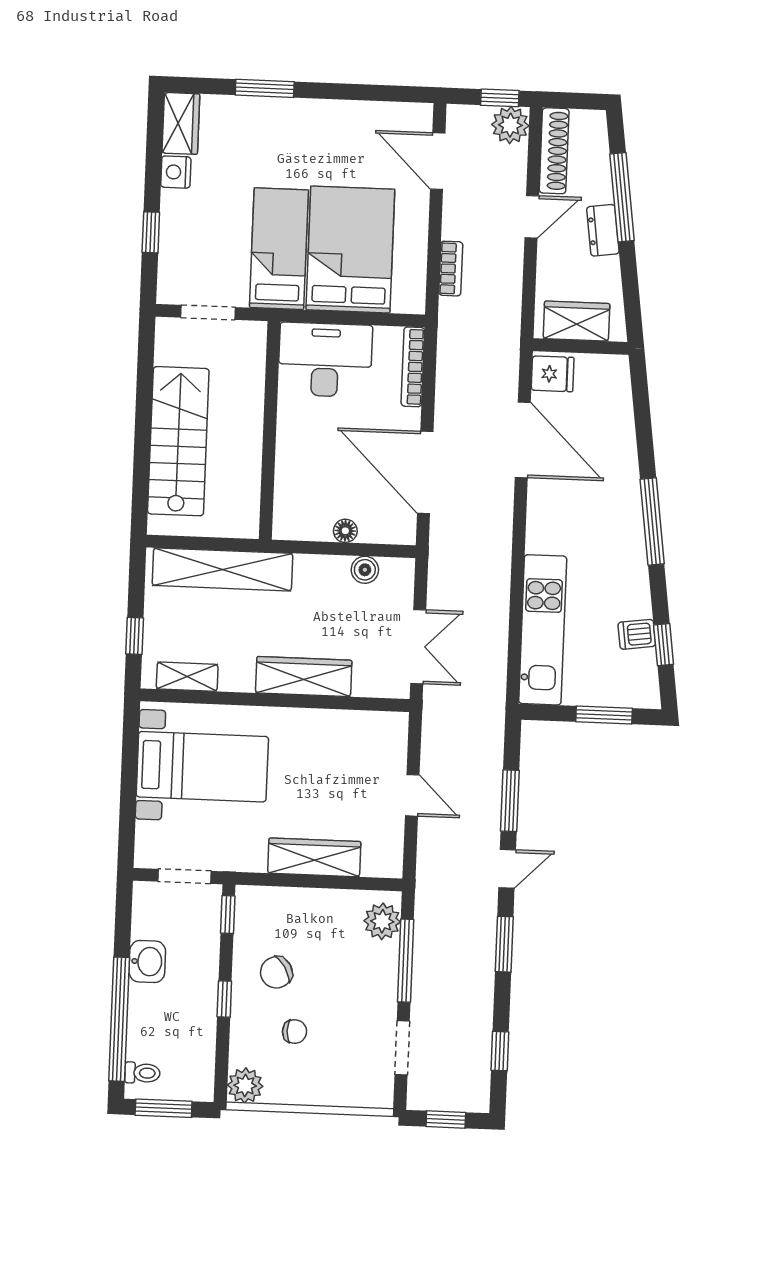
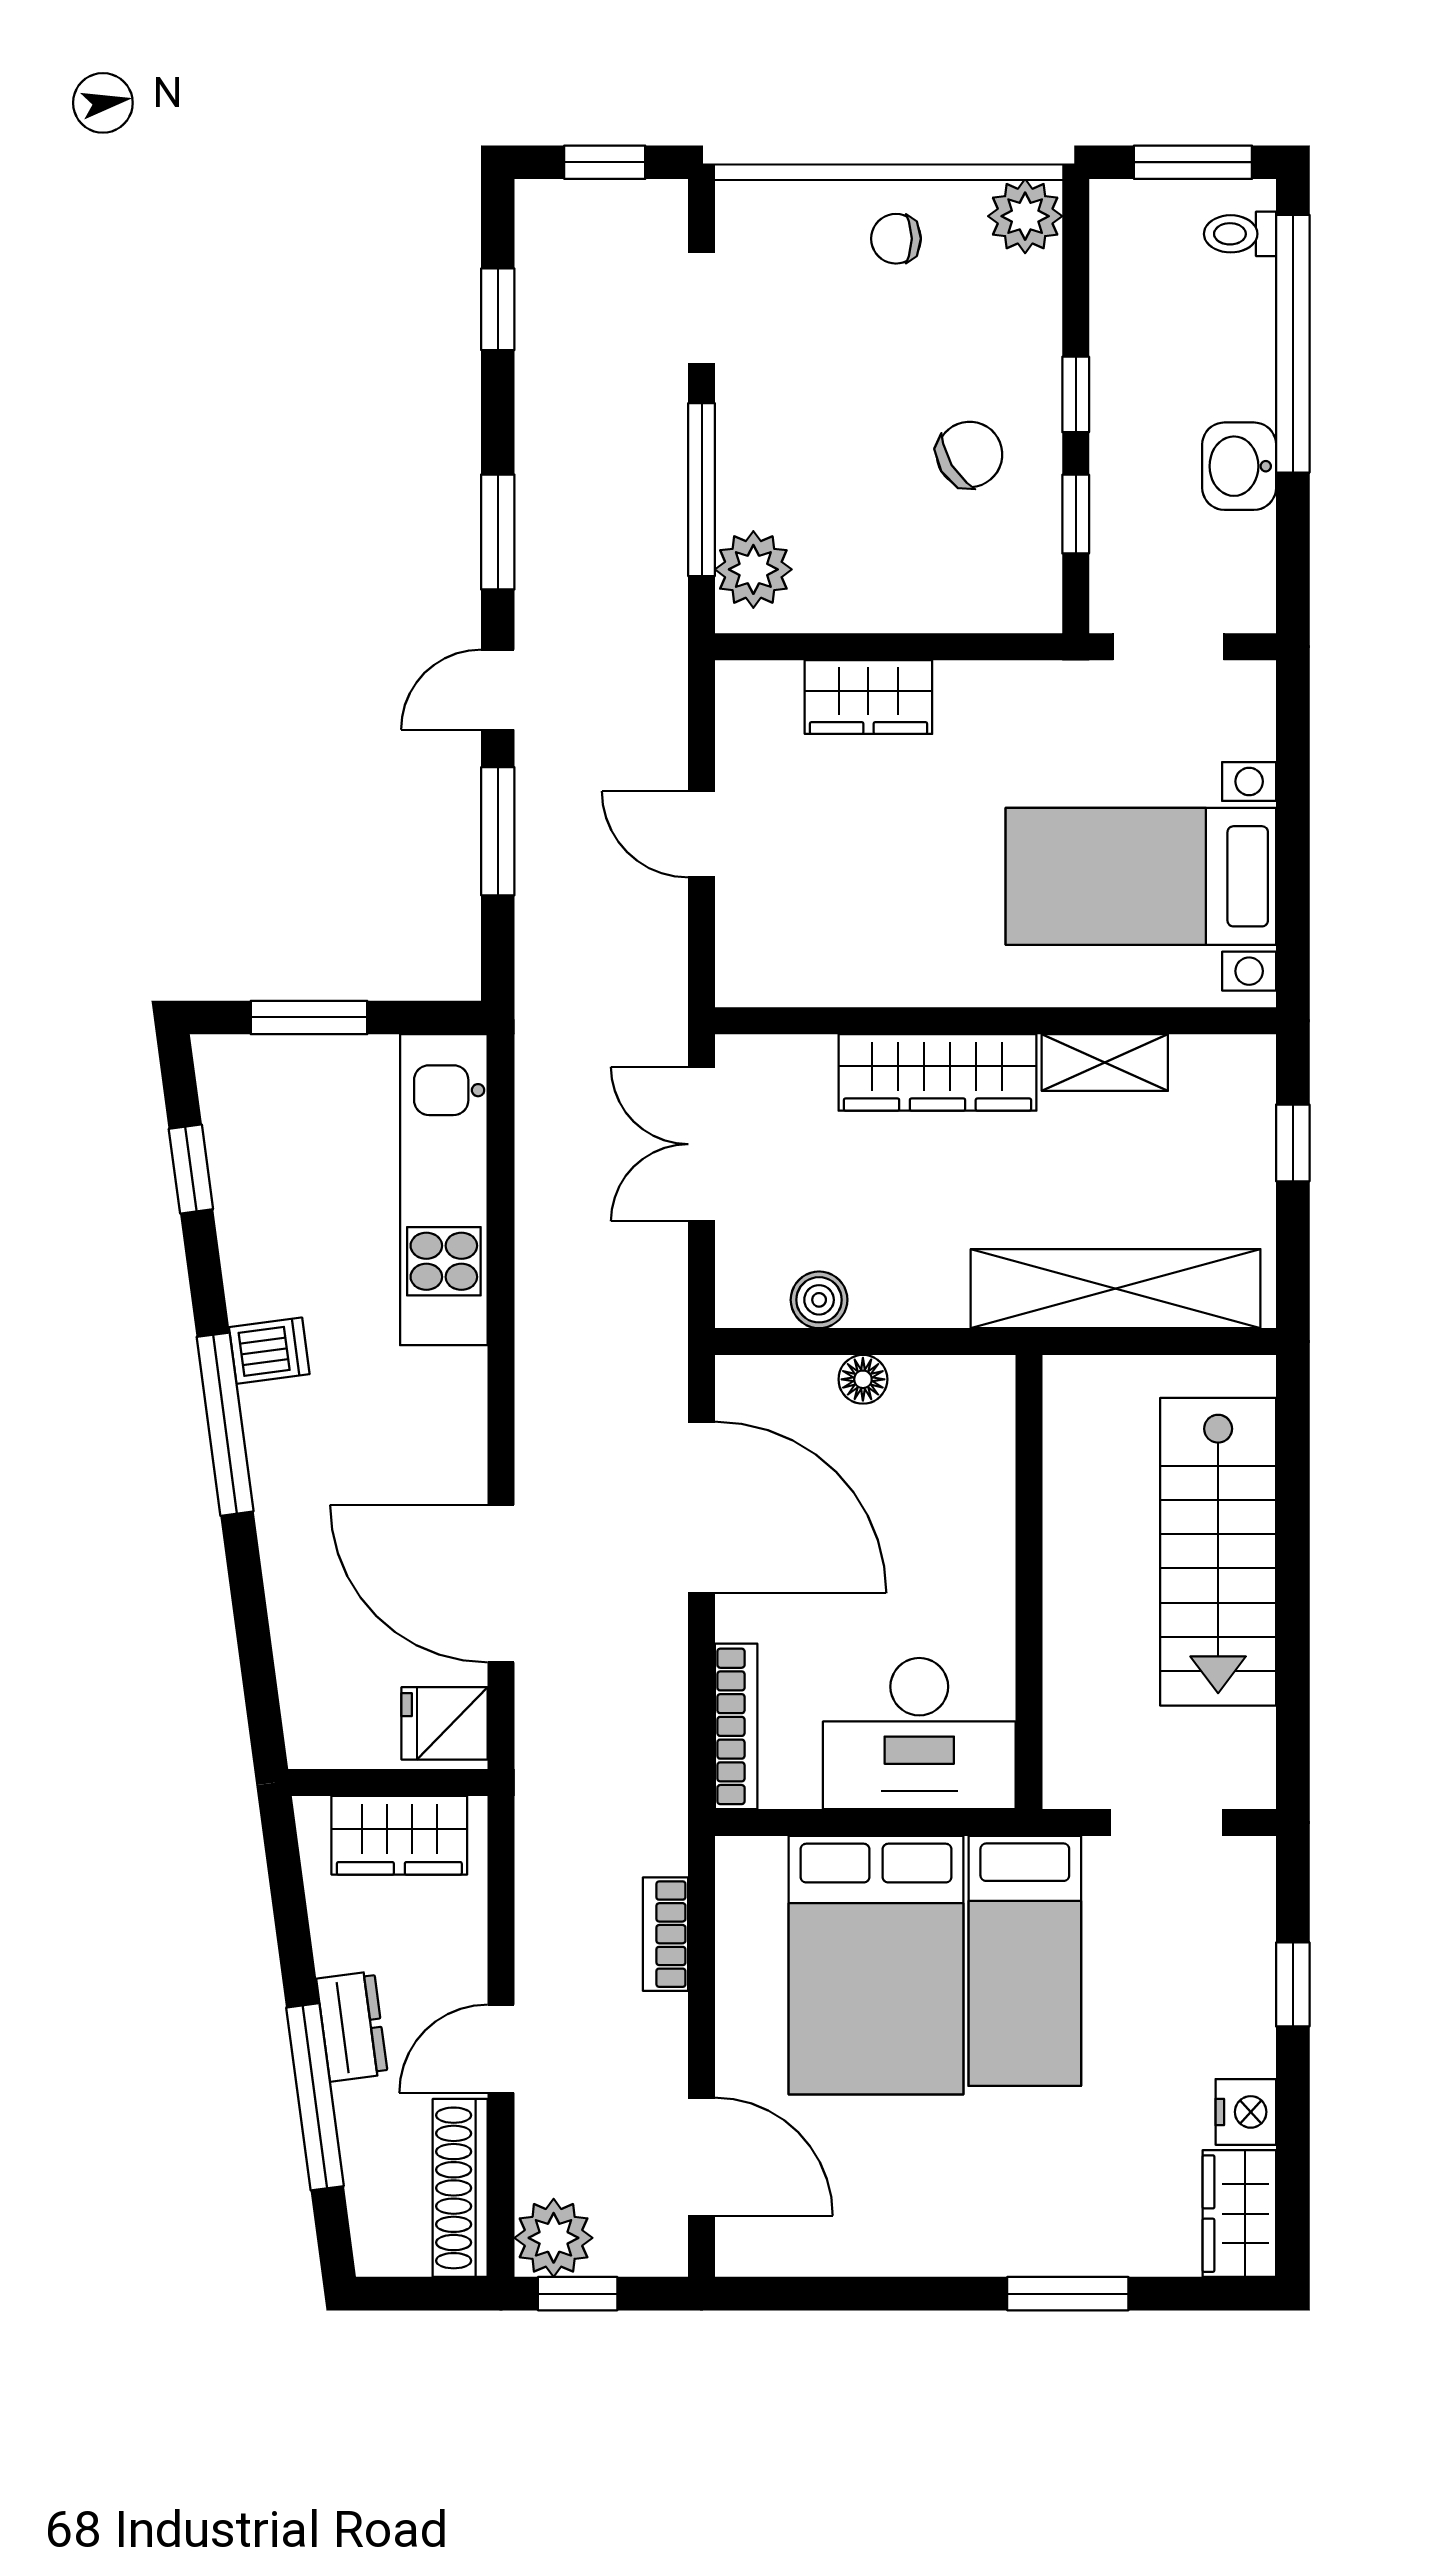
dishwasher: (637, 634) -> (269, 1351), moved
shelving: (187, 677) -> (1105, 1063), moved
wardrobe: (314, 857) -> (868, 697), width x0.67
window: (228, 915) -> (1076, 514), moved
chair: (295, 1032) -> (896, 239), moved

